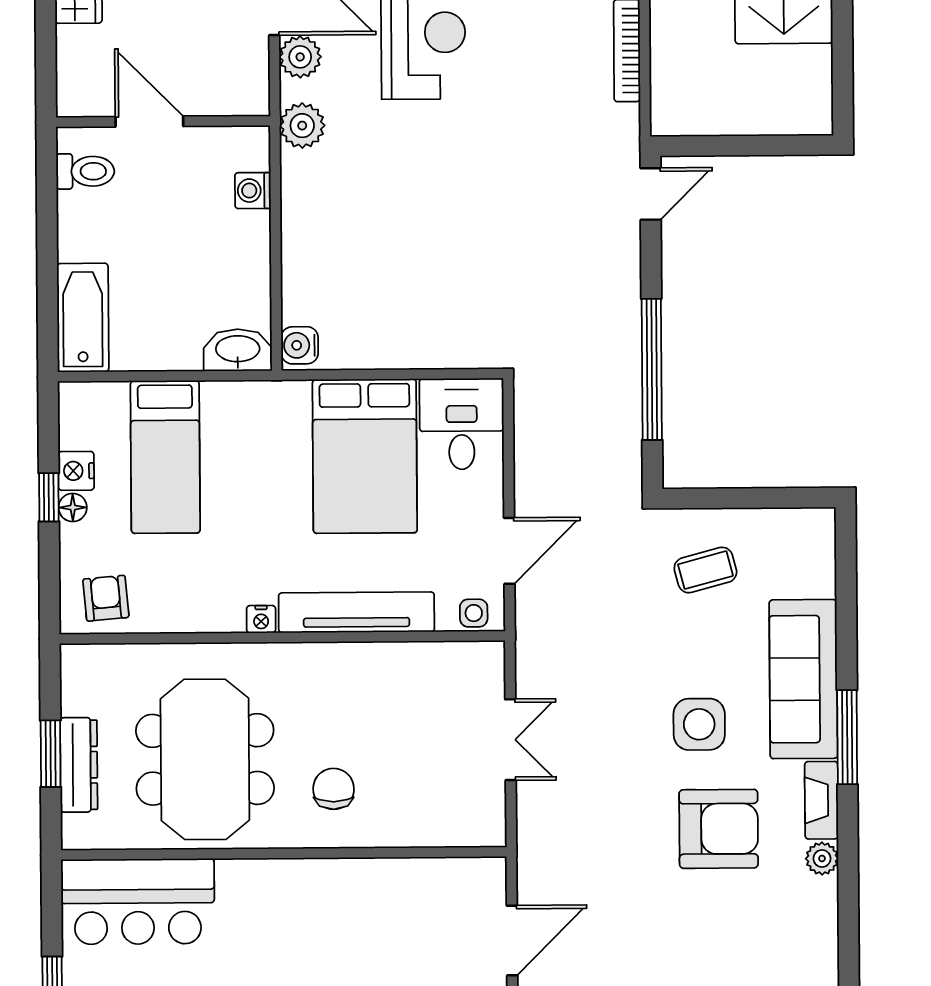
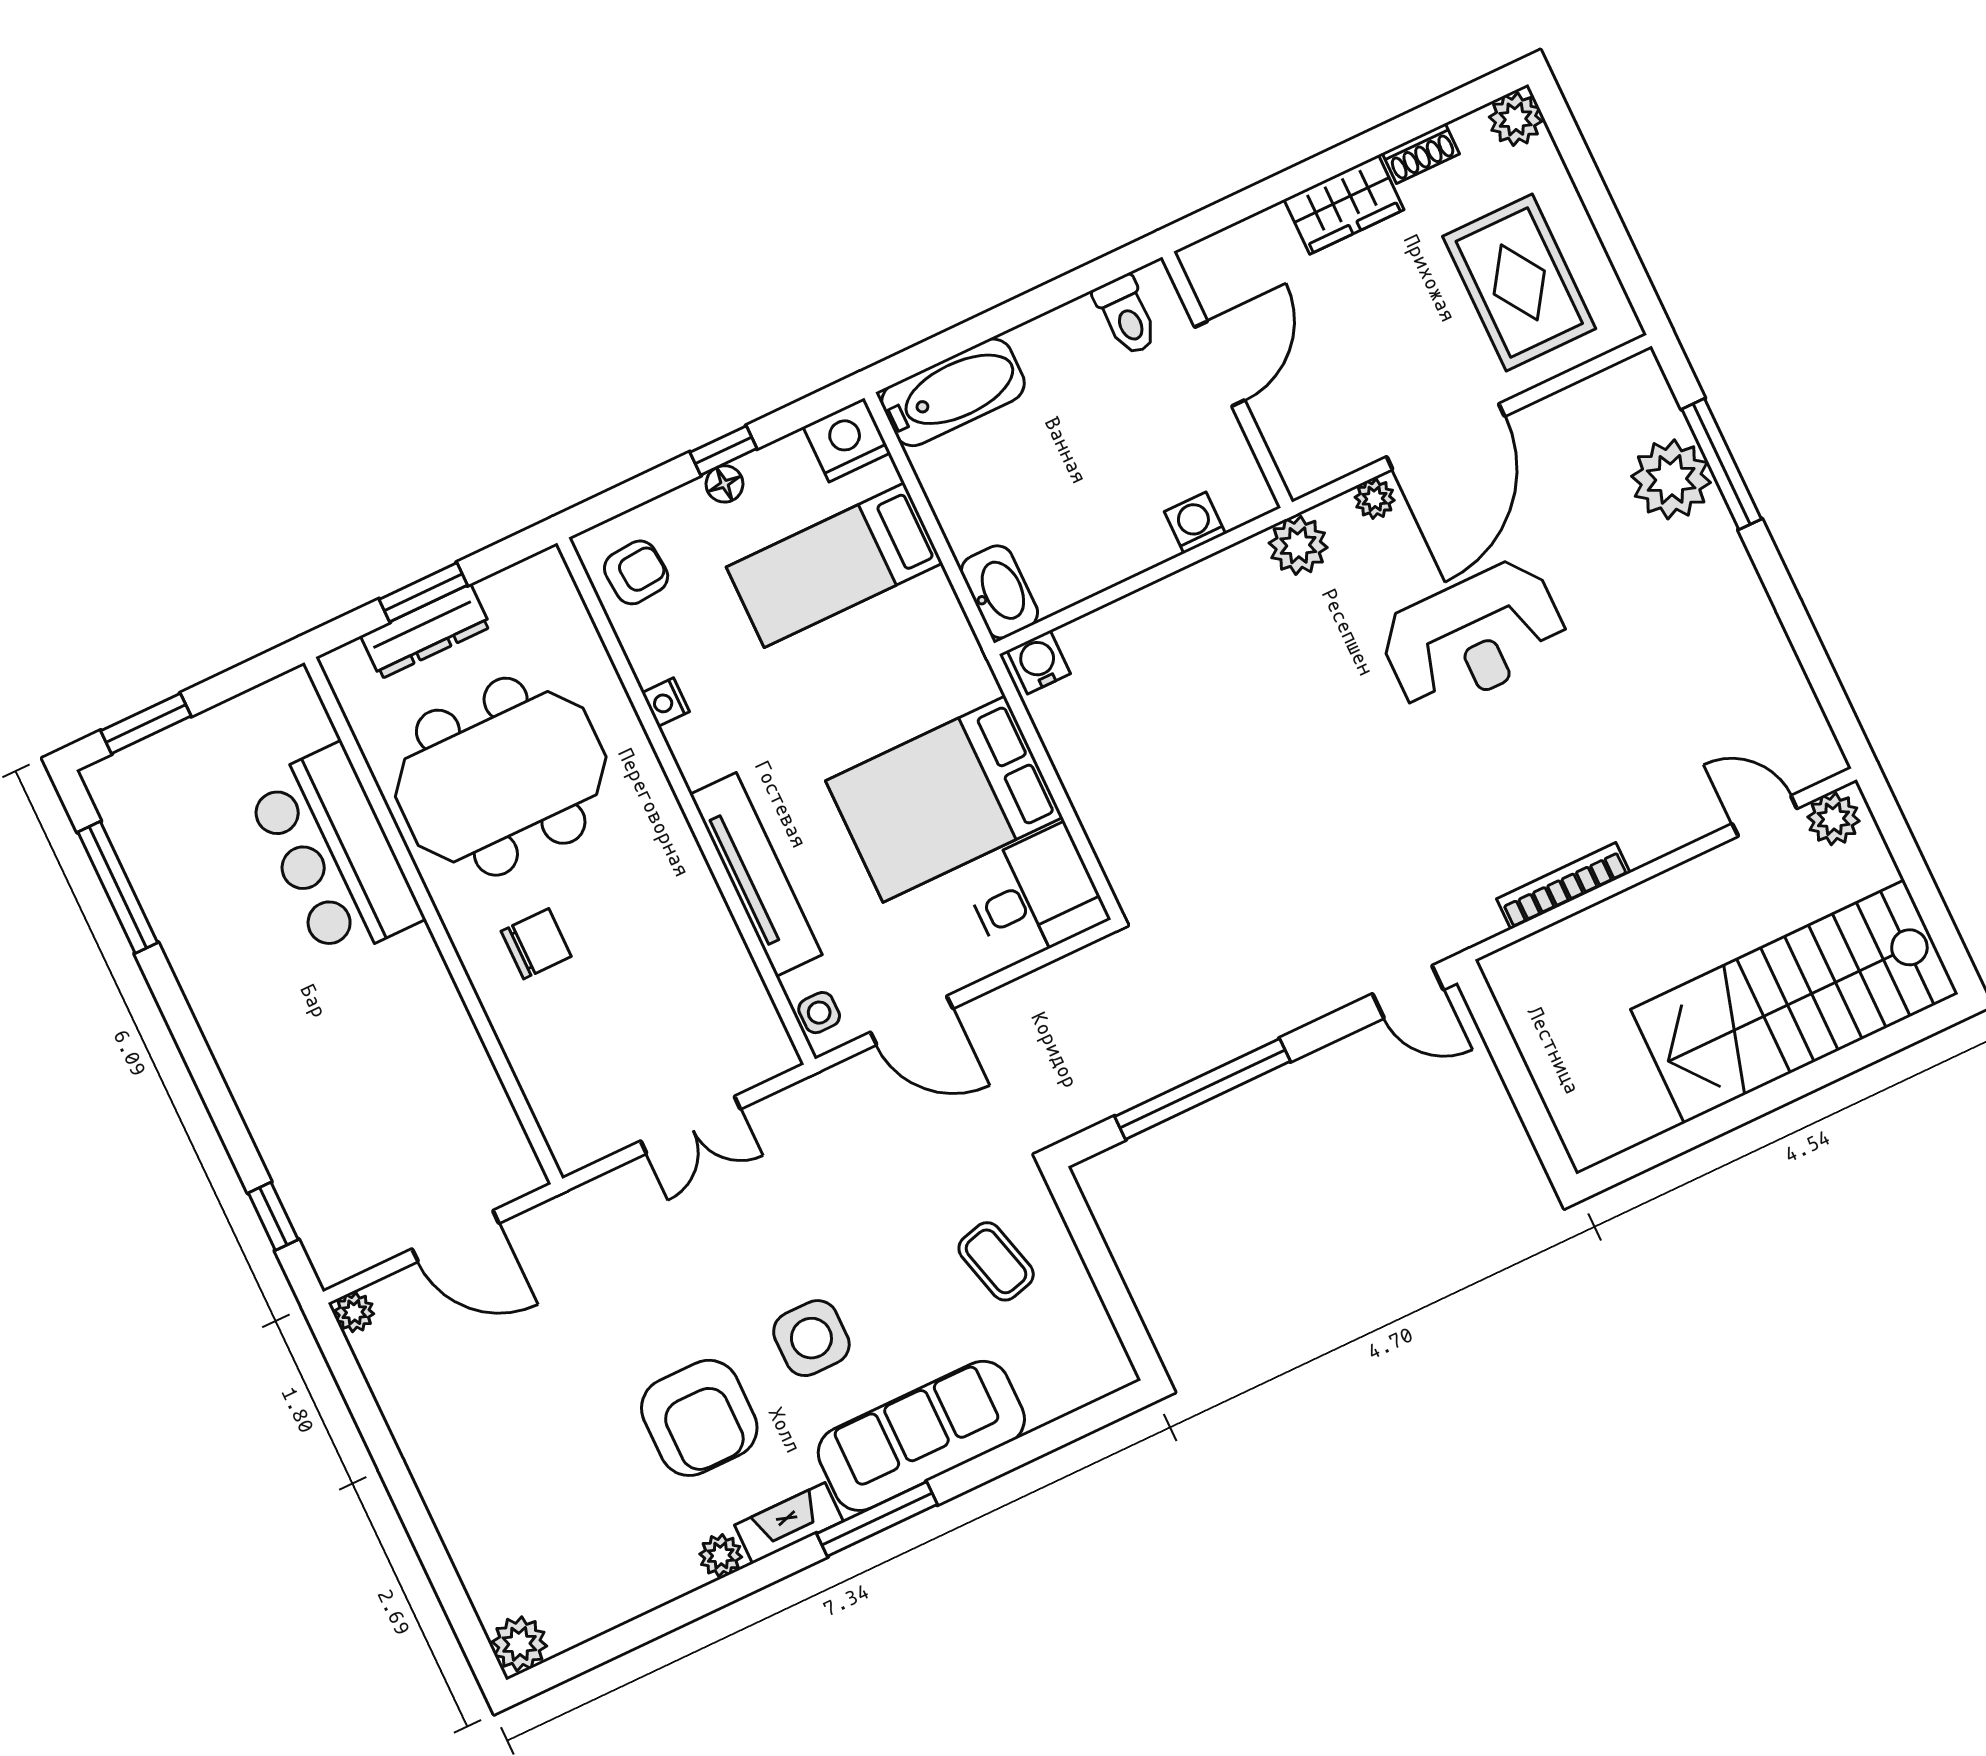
plant: (300, 57) -> (1375, 499), width x0.73, depth x0.73
nightstand: (76, 471) -> (847, 440), moved, width x1.36, depth x1.33
nightstand: (261, 619) -> (666, 702), moved
bar counter: (138, 902) -> (334, 853), moved

